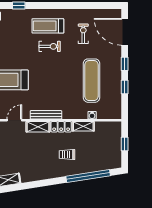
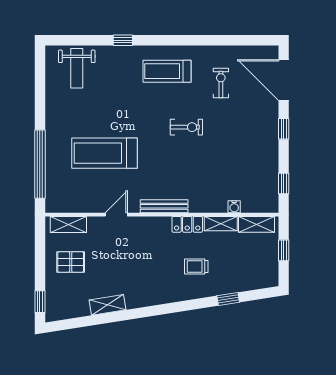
exercise bike: (50, 46) -> (186, 127), moved
exercise mat: (92, 81) -> (233, 154), removed
window: (125, 87) -> (284, 183), moved
shelving: (38, 127) -> (256, 224), moved
window: (88, 176) -> (228, 299), width x0.32

